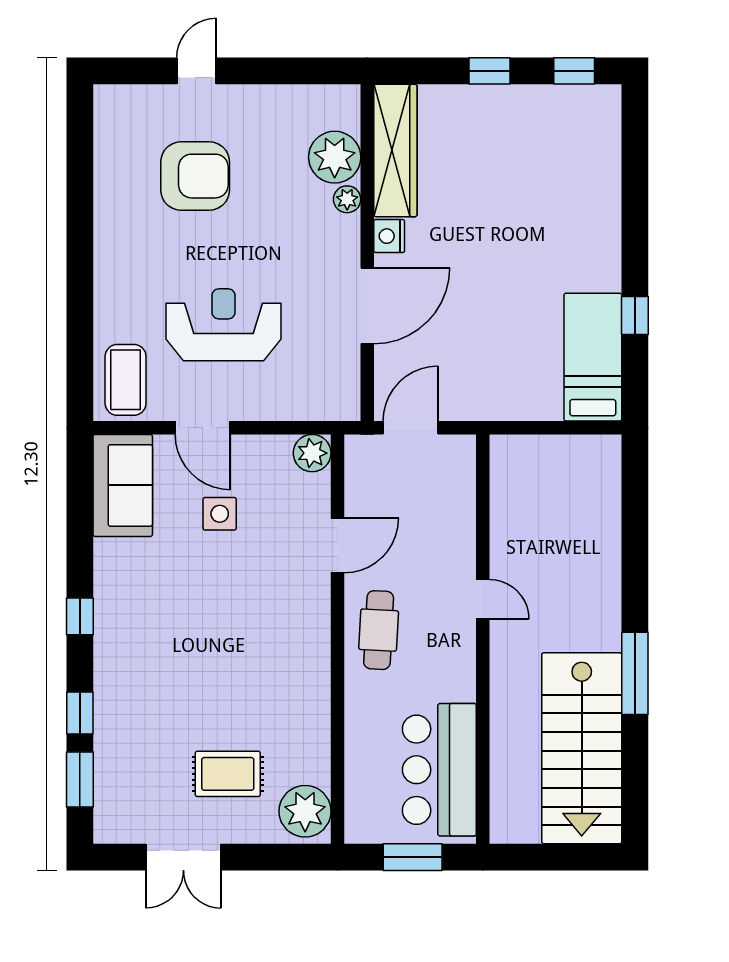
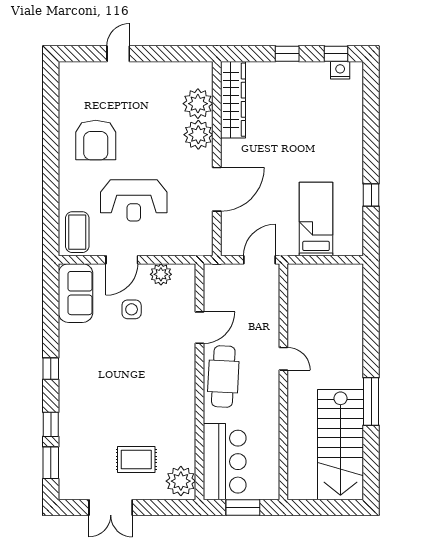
armchair: (195, 176) -> (96, 140), moved, turned 90
plant: (347, 199) -> (198, 135), width x1.88, depth x1.88
nightstand: (389, 236) -> (340, 70), moved, turned 90
reception desk: (224, 325) -> (134, 200), turned 180
bed: (593, 357) -> (316, 219), moved
door: (203, 428) -> (122, 260), hinge flipped
door: (411, 428) -> (259, 260), moved
plant: (312, 453) -> (161, 274), moved
cafe table: (379, 630) -> (223, 376), width x1.37, depth x1.35
bar counter: (439, 770) -> (225, 462), moved, turned 180

